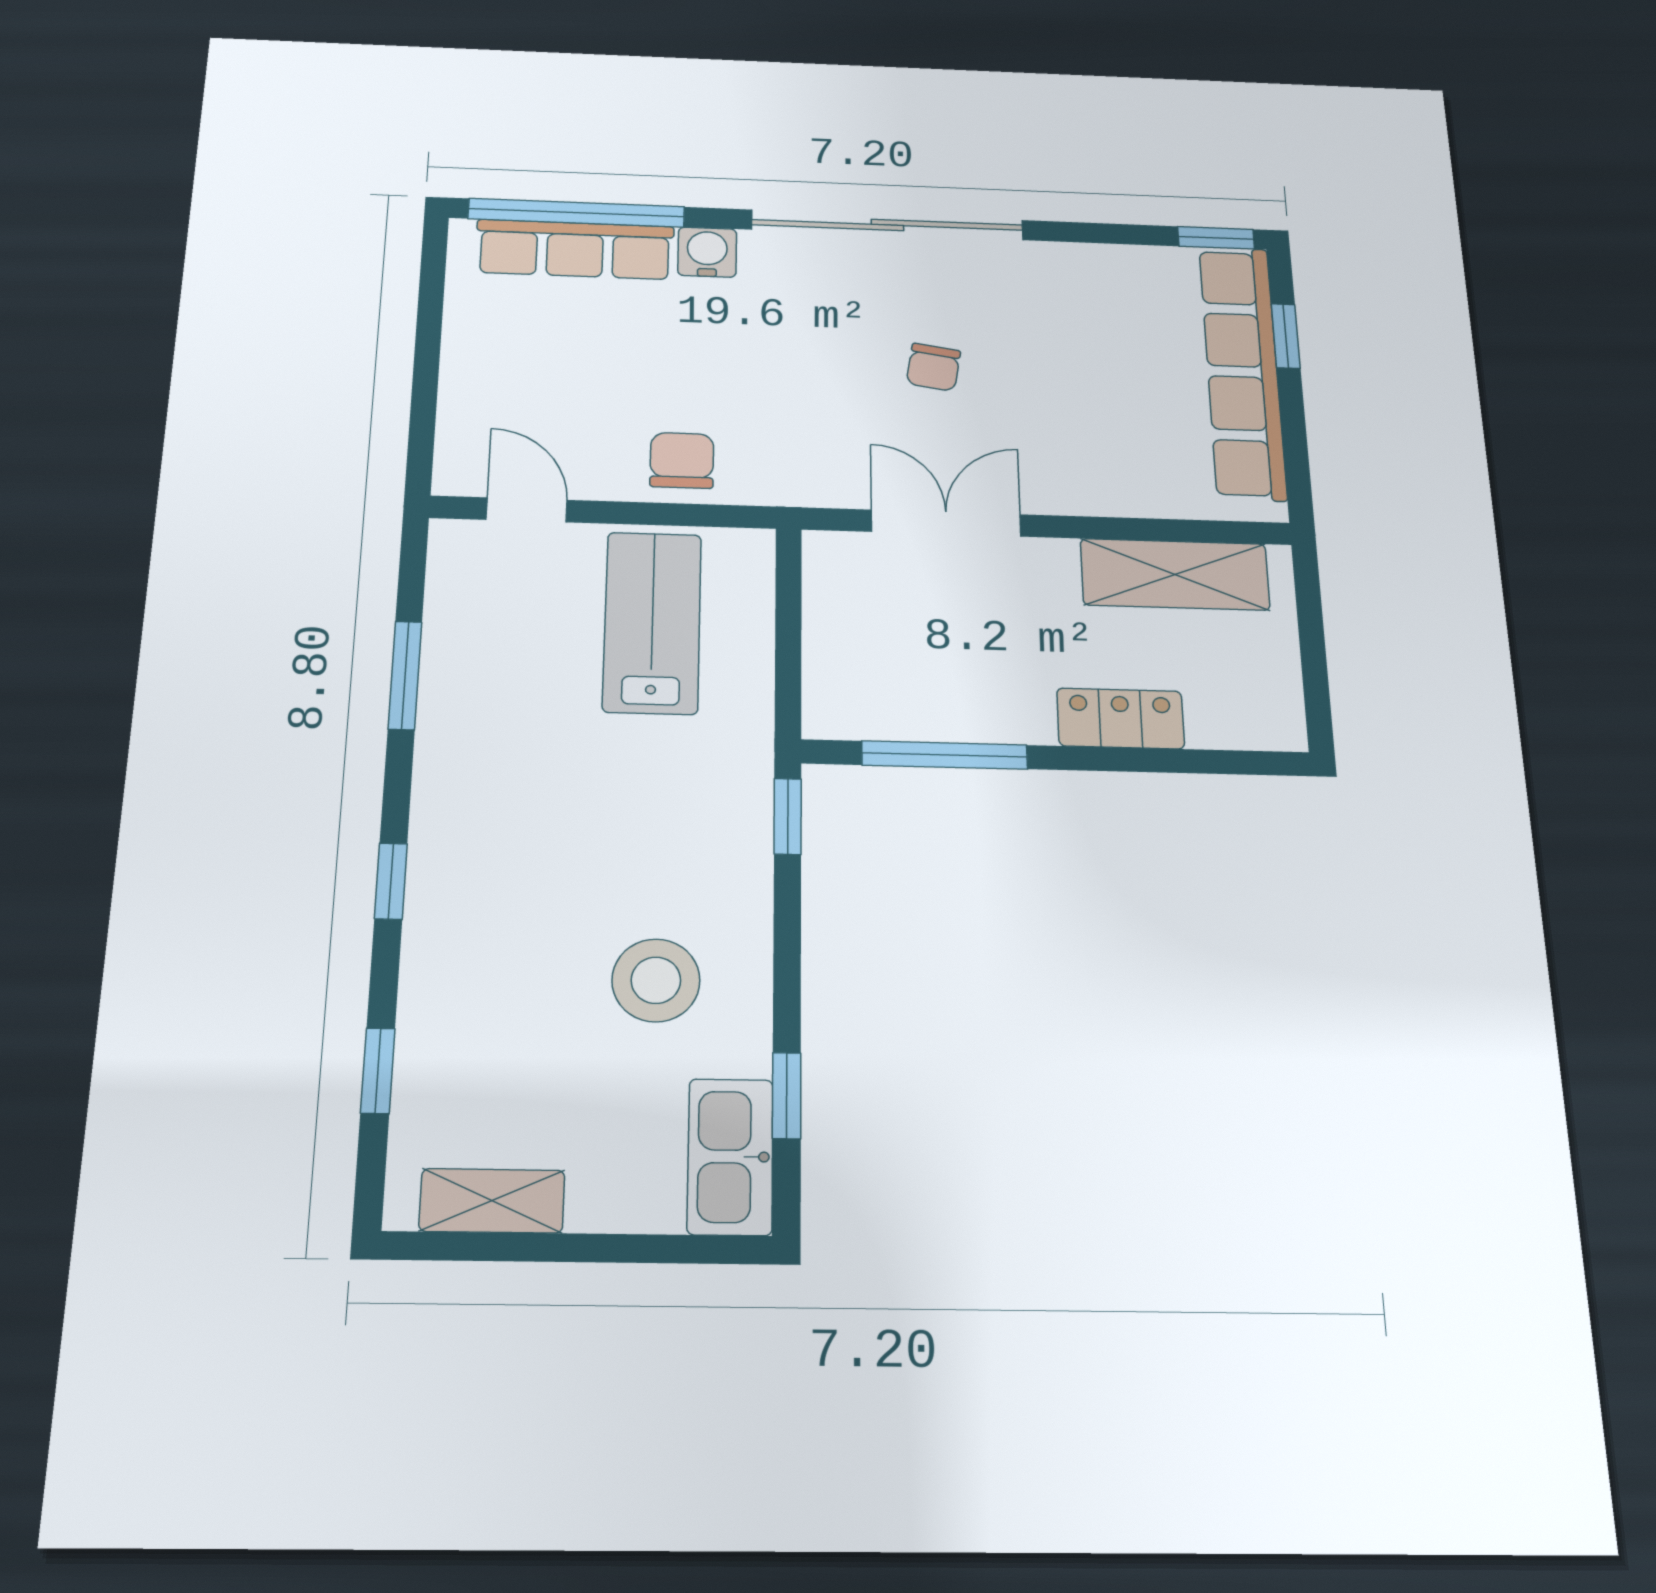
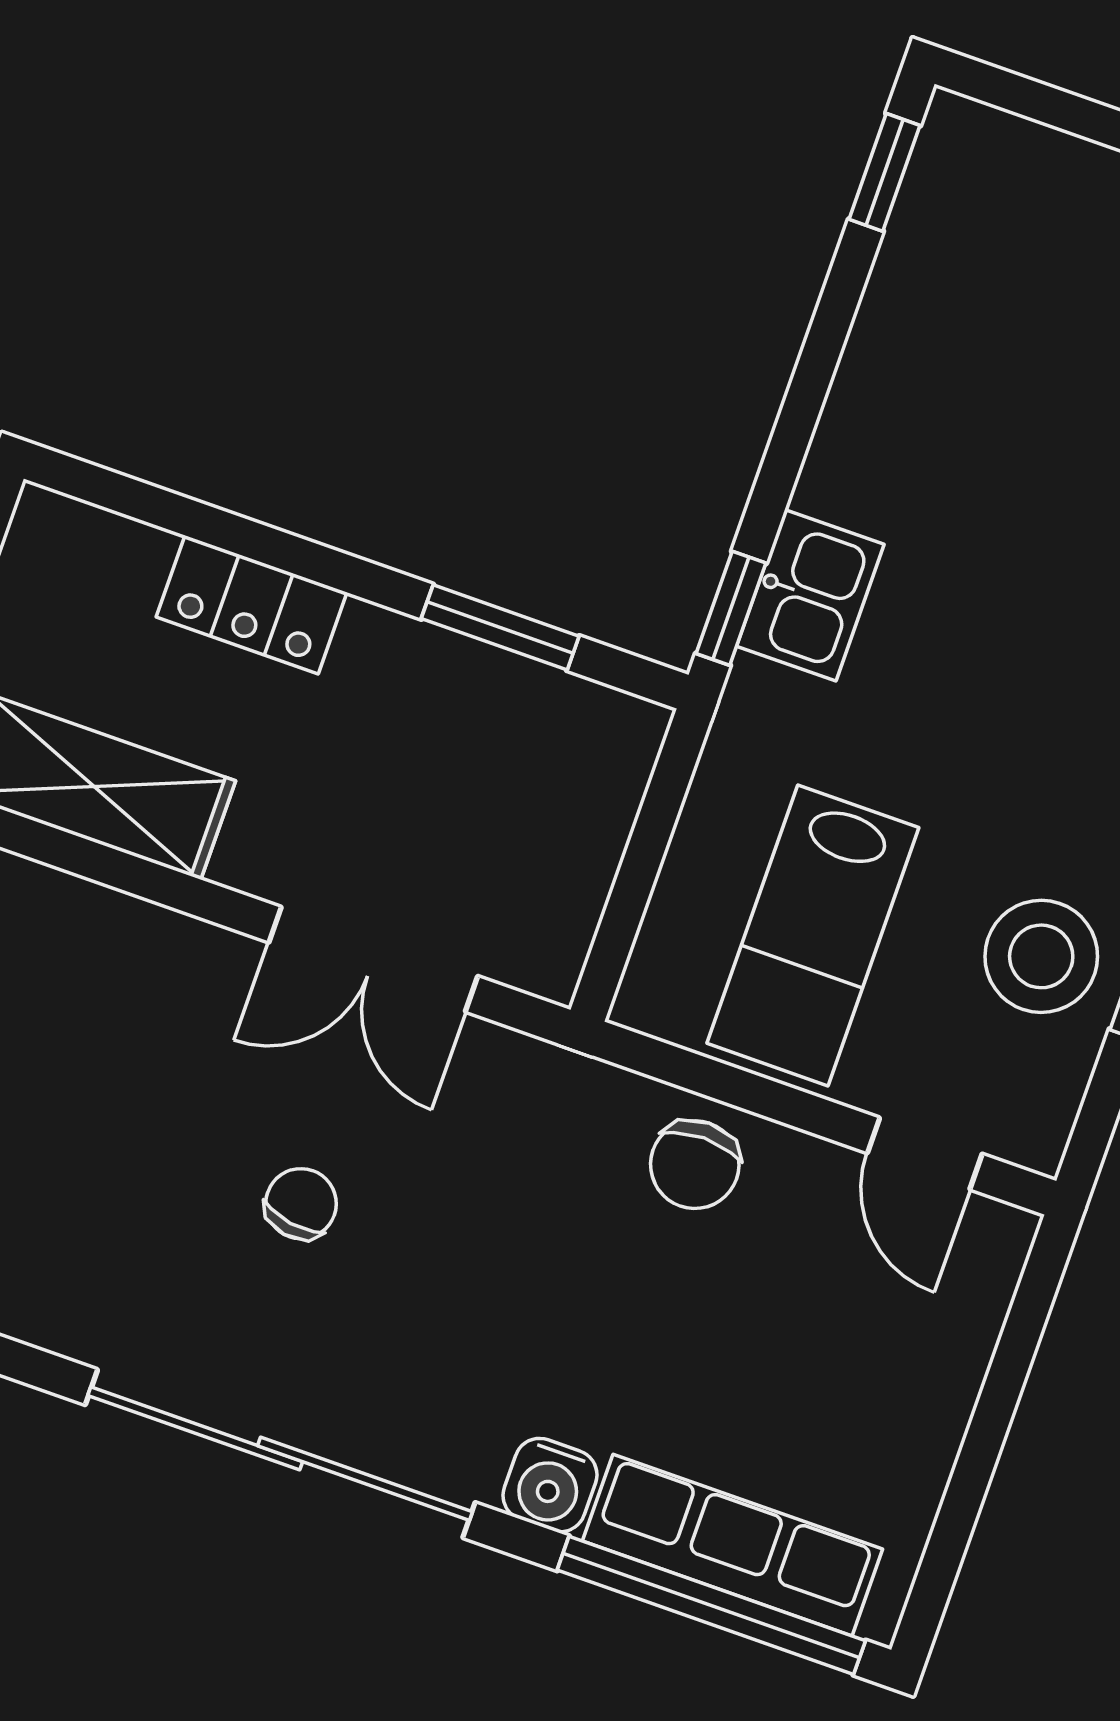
window: (945, 755) -> (500, 627), width x0.69
stool: (656, 980) -> (1041, 956), moved
window: (787, 1096) -> (885, 172), moved
kitchen sink: (730, 1157) -> (810, 595), moved, width x0.73

